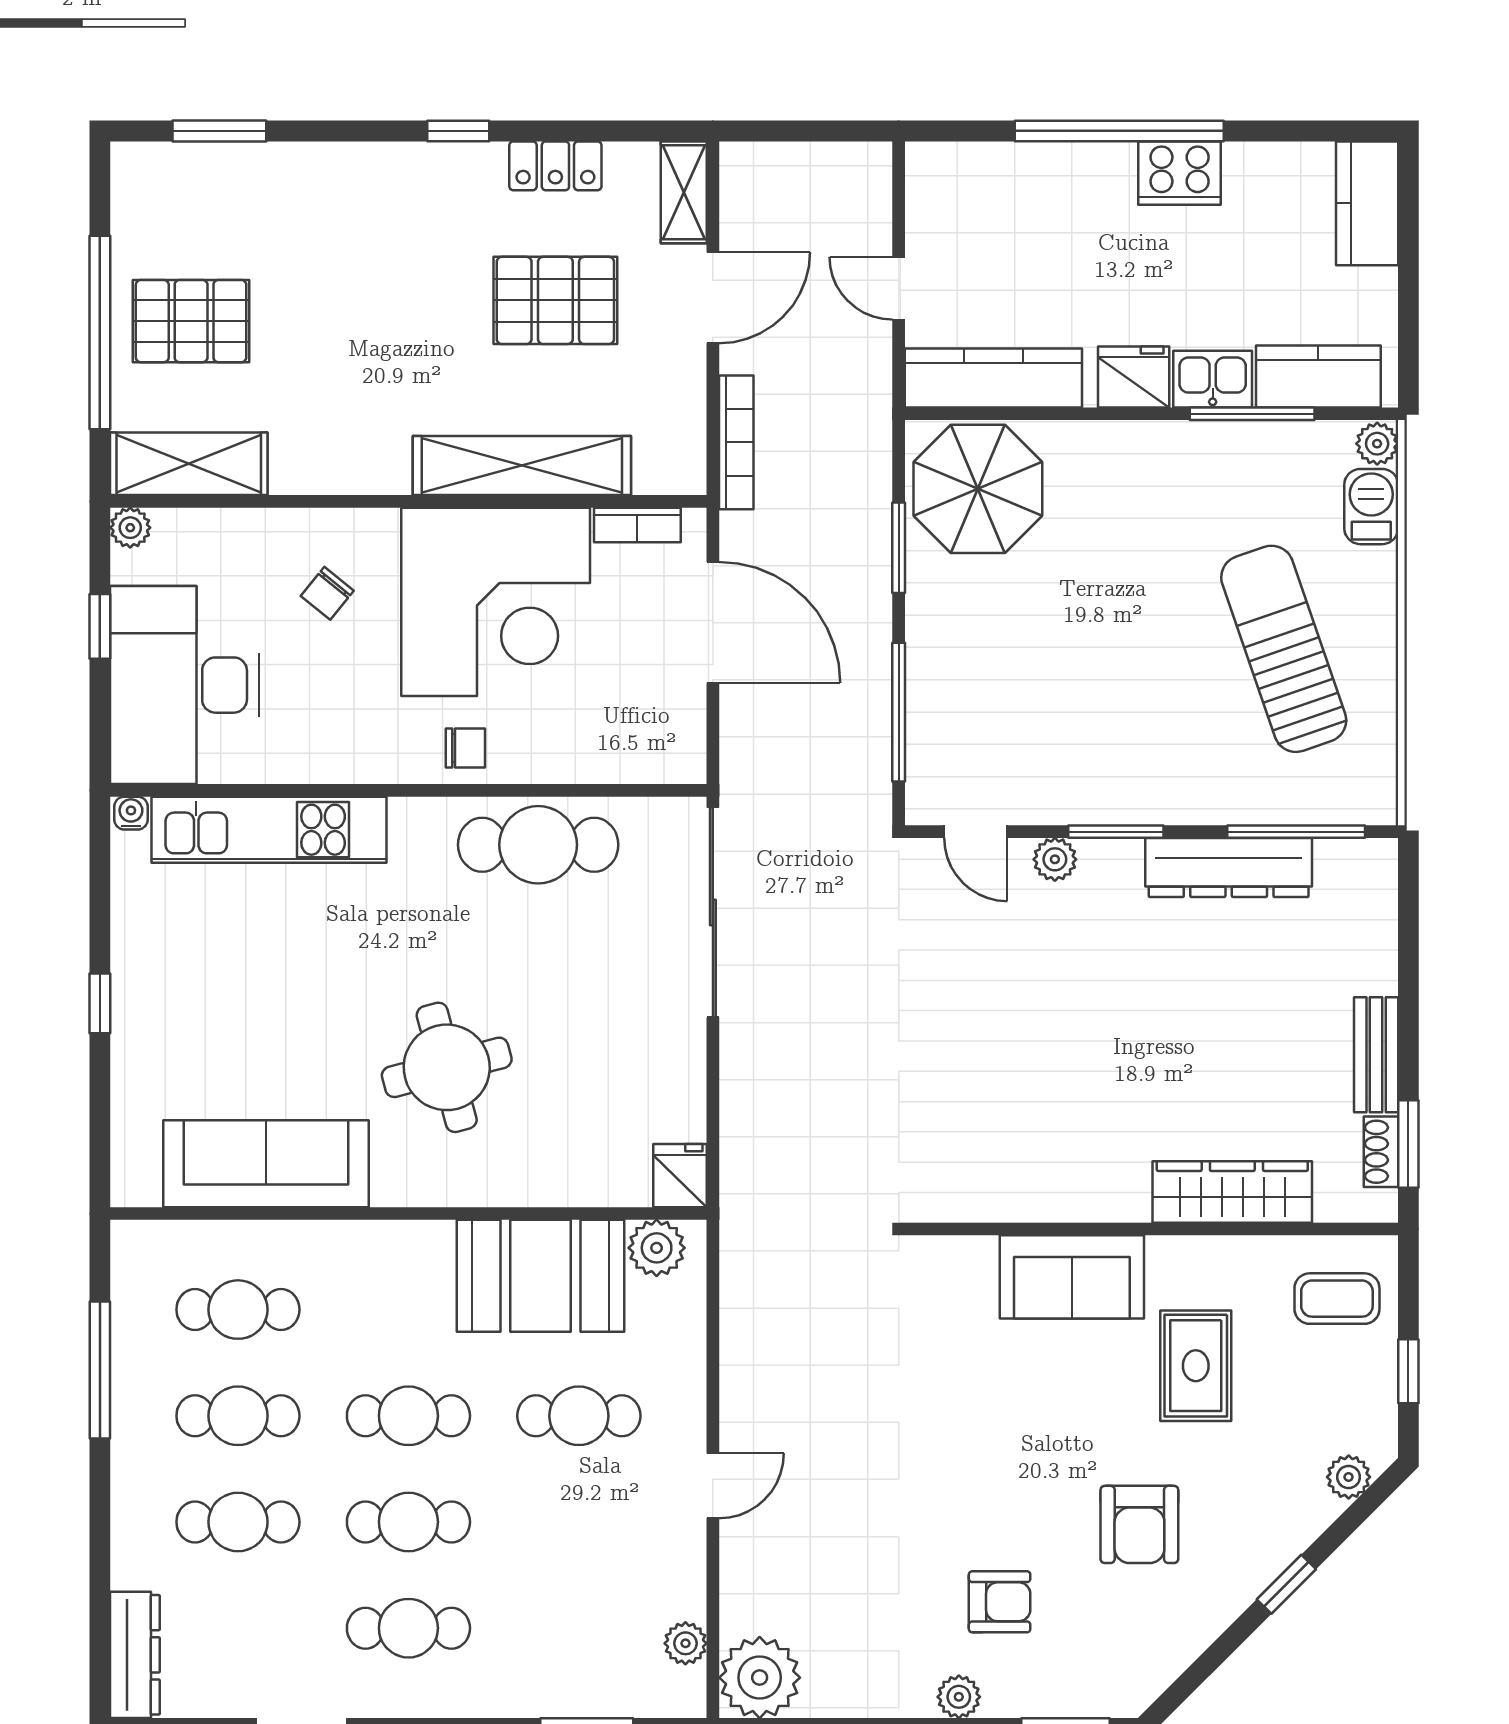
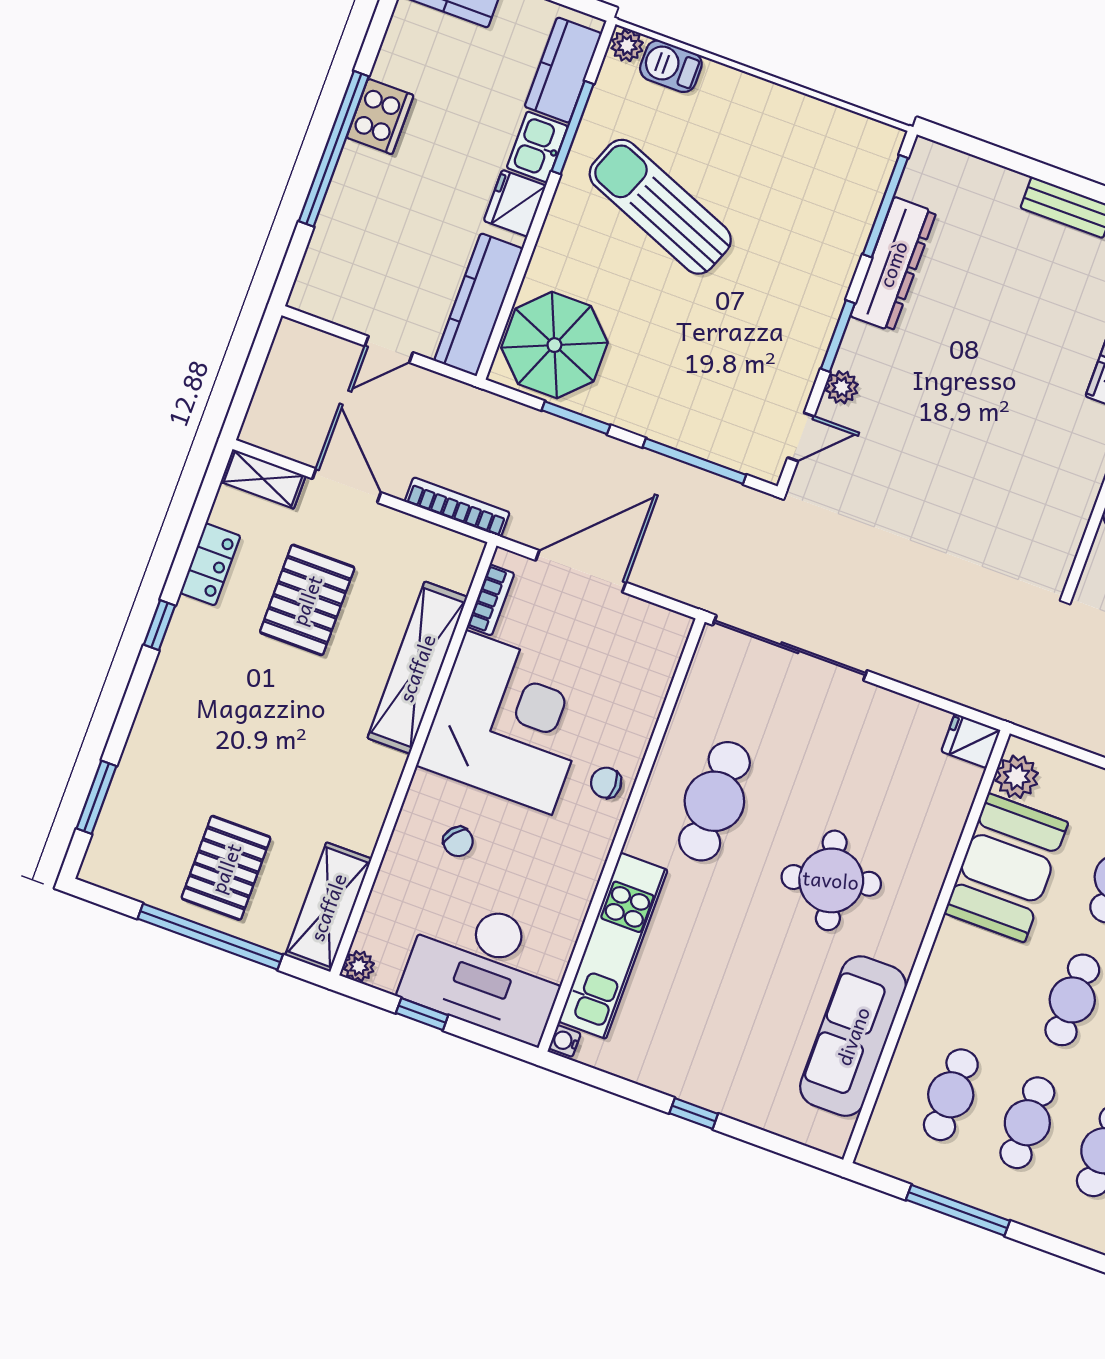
sun lounger: (1284, 649) -> (660, 207), moved, turned 41
chair: (465, 748) -> (606, 783), turned -90
cafe table: (538, 845) -> (714, 801), moved

